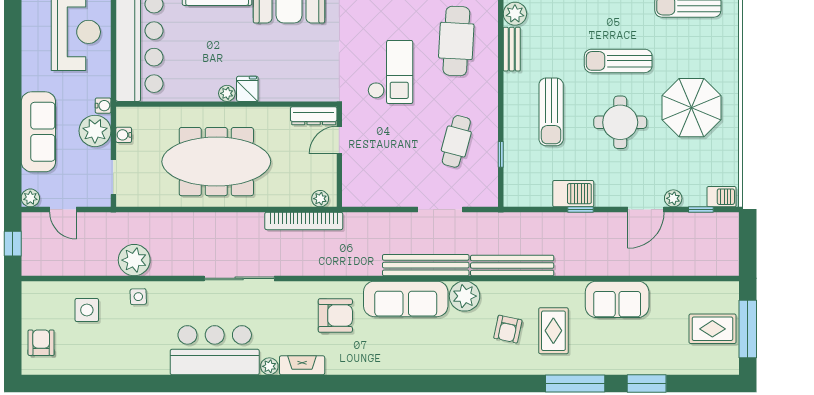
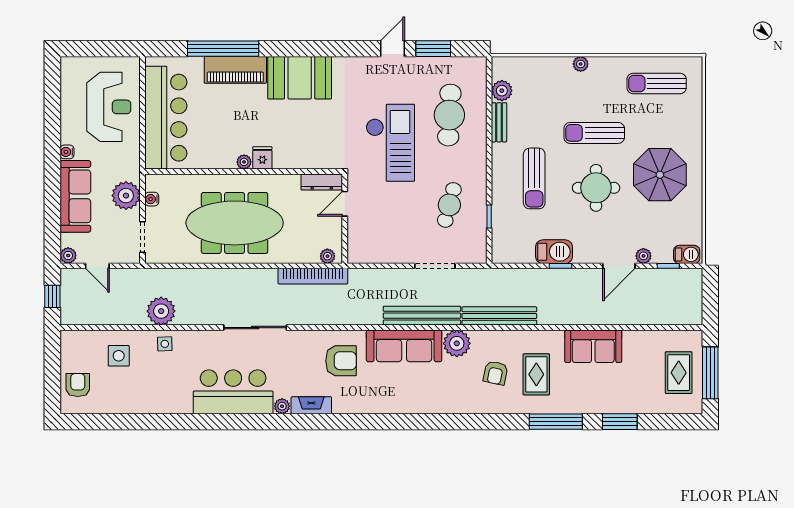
checkout: (390, 72) -> (390, 143), width x1.36, depth x1.21
water cooler: (103, 106) -> (67, 152), moved, turned 180
rug: (712, 329) -> (679, 373), turned 90

